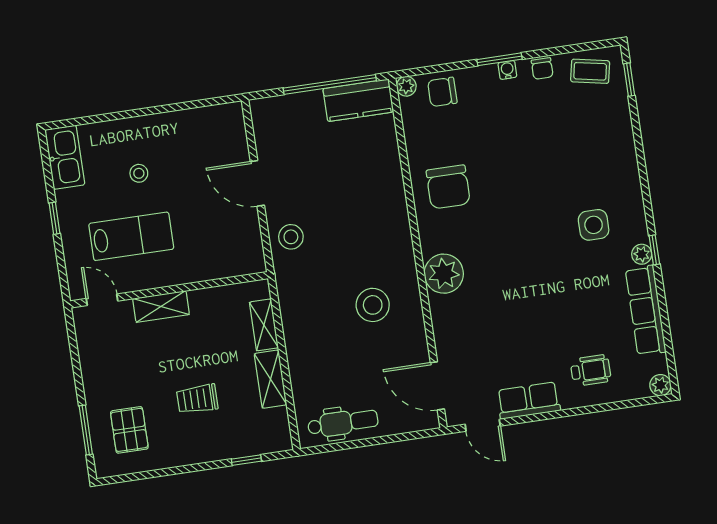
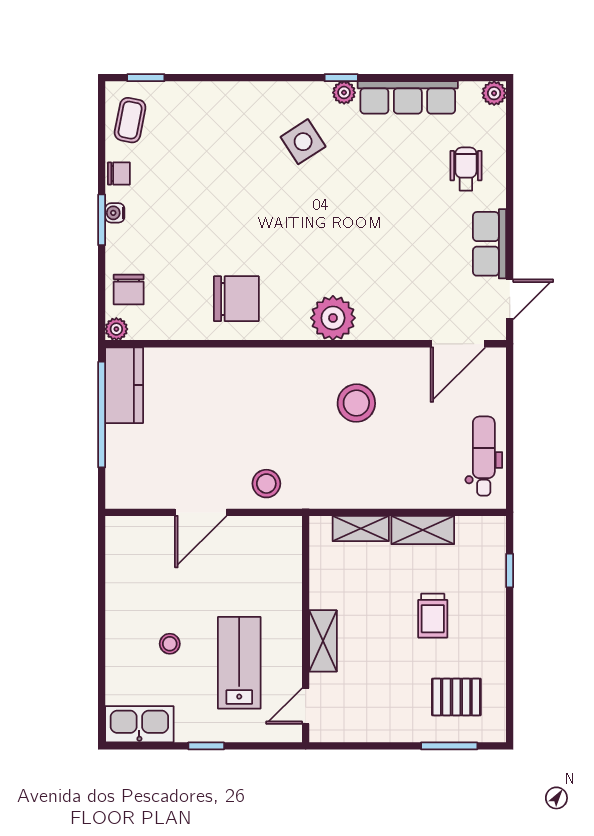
side table: (594, 225) -> (303, 142), turned -33

